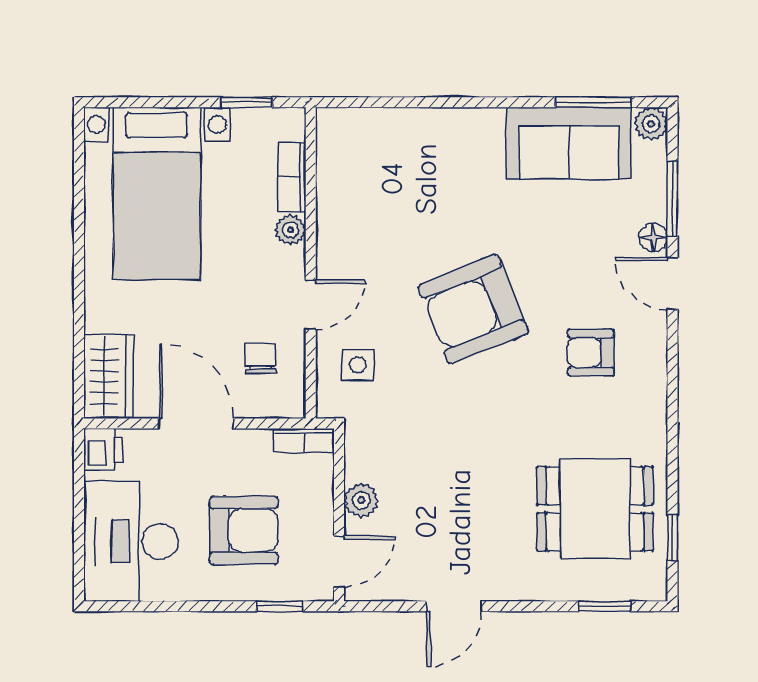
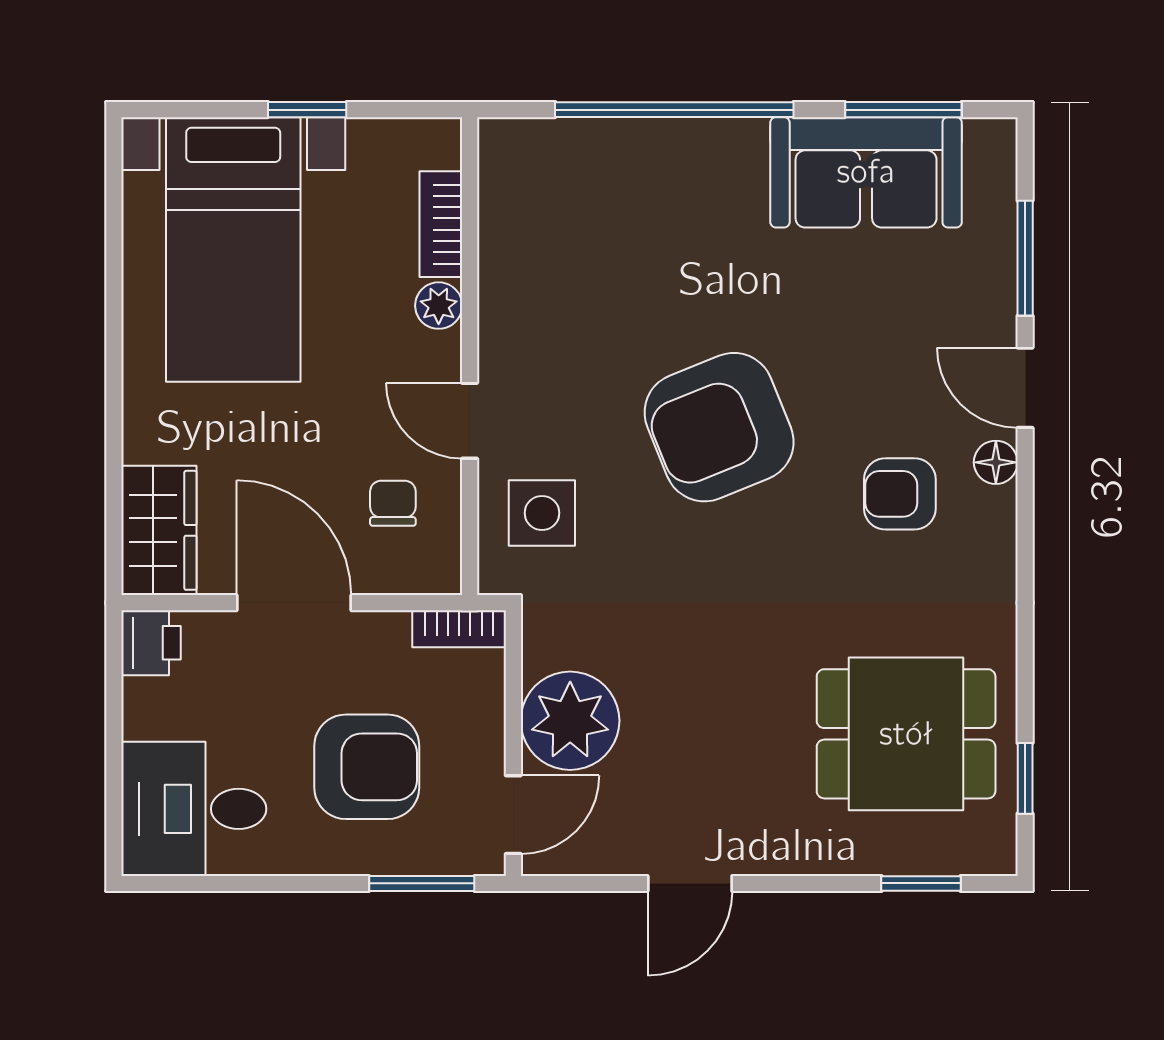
window: (247, 102) -> (307, 110), moved
window: (444, 102) -> (674, 110), added
plant: (651, 124) -> (992, 143), removed
floor lamp: (653, 237) -> (996, 462), moved
door: (311, 305) -> (470, 421), swing flipped
side table: (358, 365) -> (542, 513), width x1.37, depth x1.37
plant: (361, 500) -> (570, 721), width x1.88, depth x1.88
desk: (131, 541) -> (194, 809), width x0.73
window: (280, 606) -> (422, 883), width x1.50

